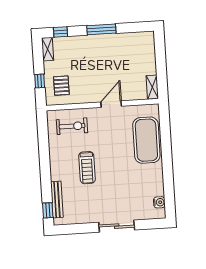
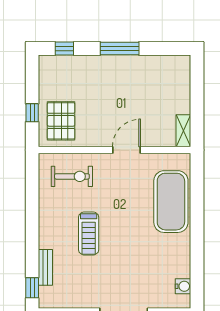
shelving: (48, 49) -> (46, 71), removed
pallet: (61, 86) -> (61, 121), width x1.50, depth x1.42
bench: (57, 200) -> (45, 267), width x0.73

